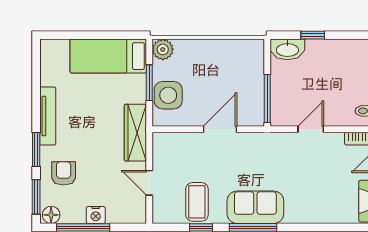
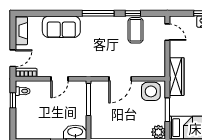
side table: (168, 95) -> (151, 91), moved
door: (149, 183) -> (167, 32), moved
sofa: (255, 207) -> (61, 27), moved

